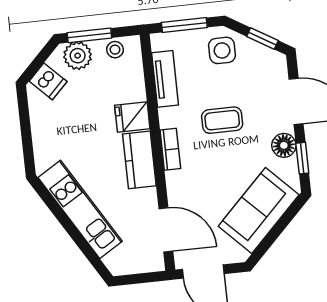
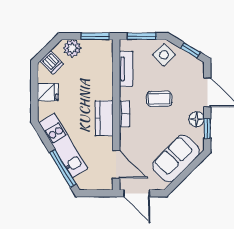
window: (89, 35) -> (95, 36), moved
stool: (115, 50) -> (96, 47), removed
side table: (222, 50) -> (164, 55), turned 45
fridge: (132, 117) -> (48, 92), moved, turned 180
window: (83, 245) -> (63, 168), added

